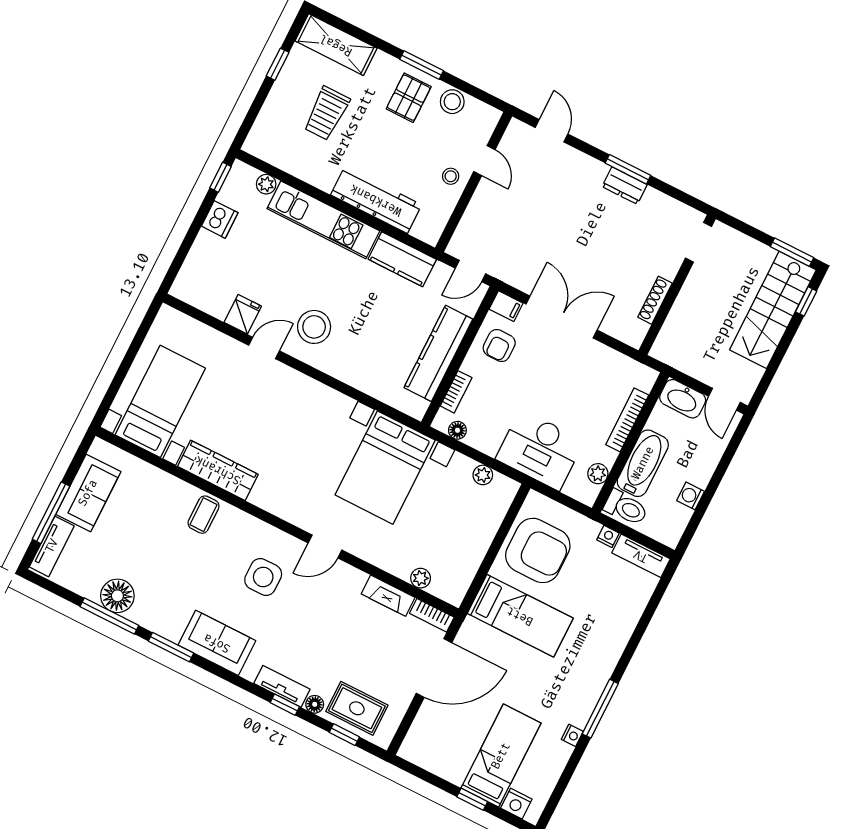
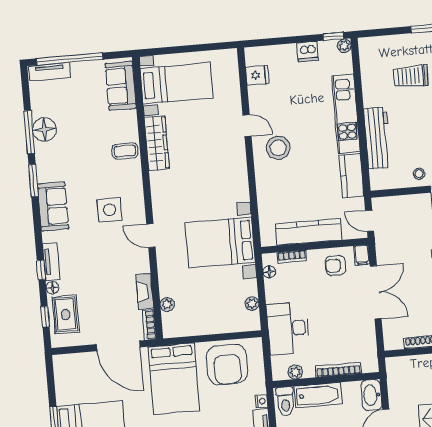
plant: (266, 184) -> (344, 46), moved
fridge: (243, 314) -> (257, 75), moved
sofa: (88, 493) -> (121, 86), moved, turned 90
window: (51, 513) -> (70, 59), width x1.46
bed: (520, 616) -> (174, 379), width x1.50

